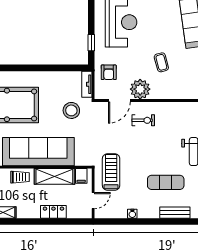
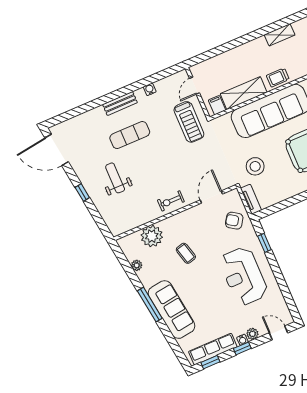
armchair: (109, 72) -> (234, 221), turned -56
plant: (140, 89) -> (152, 236), moved
exercise bike: (143, 120) -> (171, 201), moved
locker: (53, 212) -> (229, 57), removed
bench: (175, 213) -> (120, 103), moved

